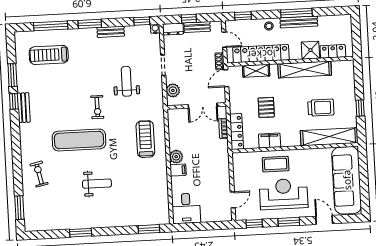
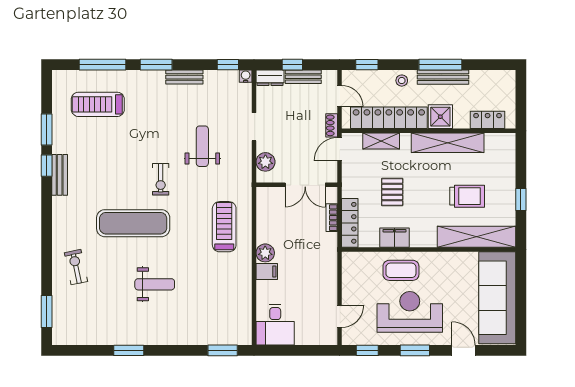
shower: (310, 50) -> (440, 117), moved

